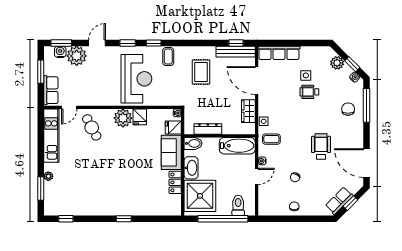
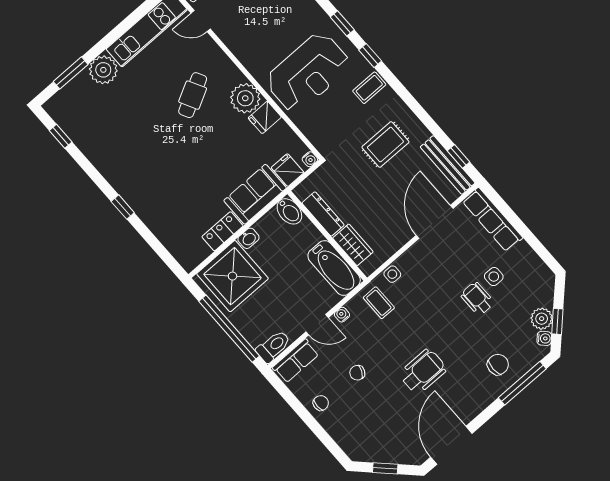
plant: (337, 63) -> (542, 319), moved
wardrobe: (248, 111) -> (353, 245), moved, turned 90
cafe table: (92, 127) -> (193, 95), moved
washbasin: (191, 168) -> (248, 238), width x0.52, depth x0.69
plant: (48, 176) -> (103, 70), width x1.87, depth x1.87
row of seats: (339, 201) -> (296, 361), moved, turned 135
toilet: (238, 205) -> (273, 346), moved

